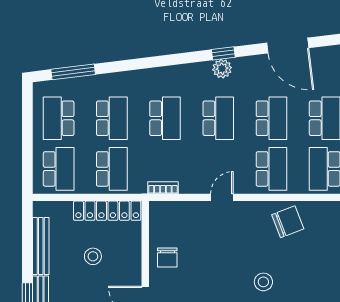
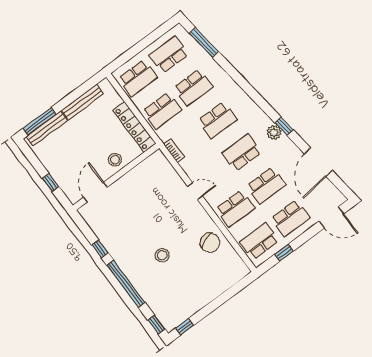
school desk: (218, 118) -> (242, 153), turned 180
stool: (93, 256) -> (115, 160), moved
chair: (167, 257) -> (133, 185), removed

